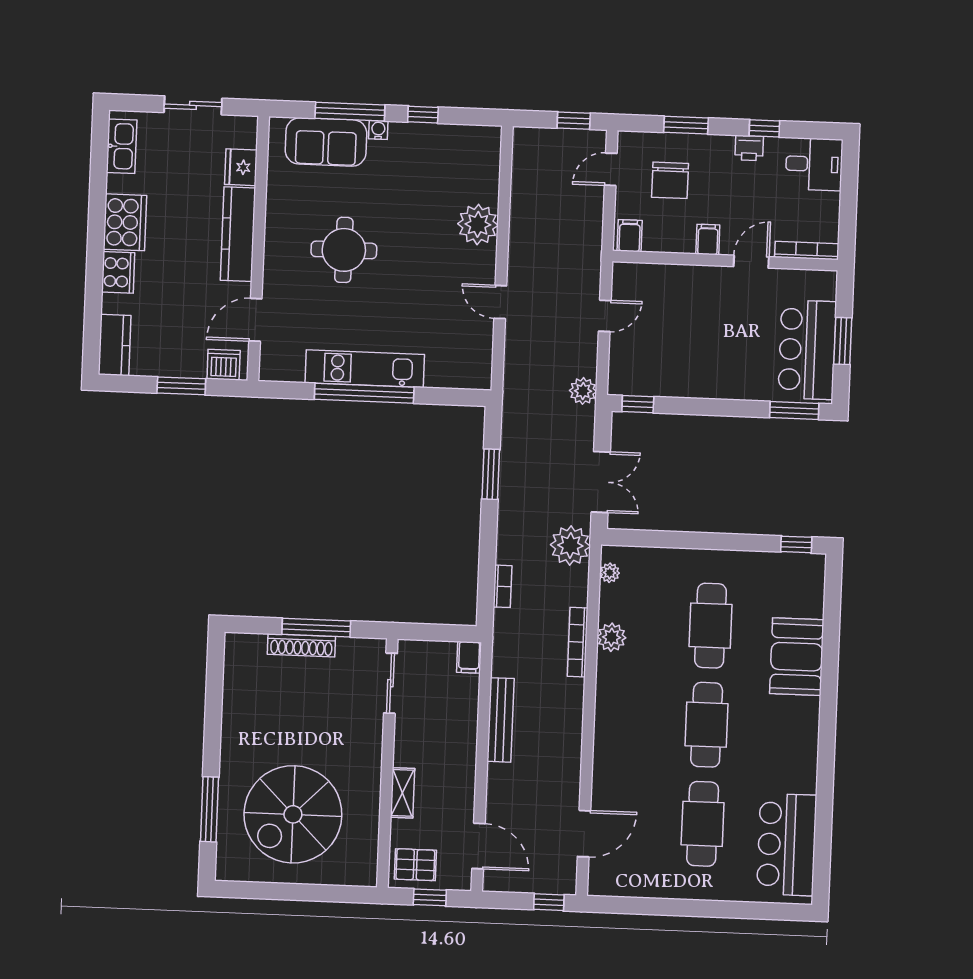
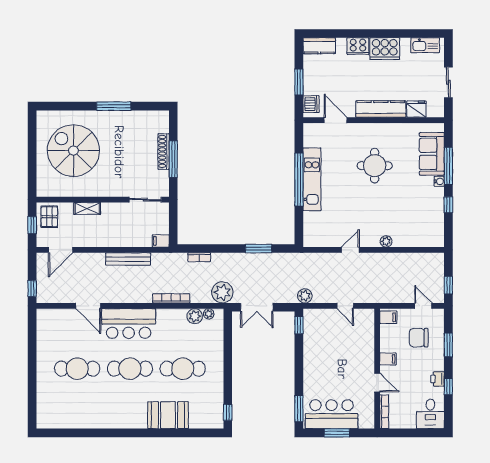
plant: (478, 224) -> (386, 241), width x0.53, depth x0.53
plant: (612, 637) -> (195, 316), moved
window: (209, 809) -> (114, 106), moved
door: (584, 834) -> (88, 306), moved
bar counter: (787, 845) -> (129, 324), moved, turned 180

